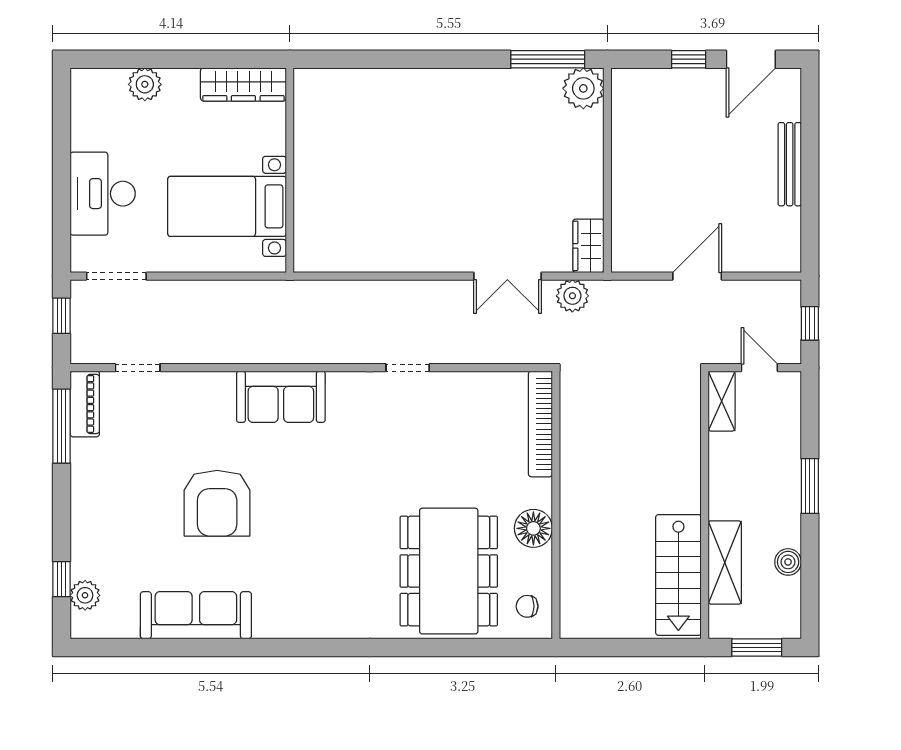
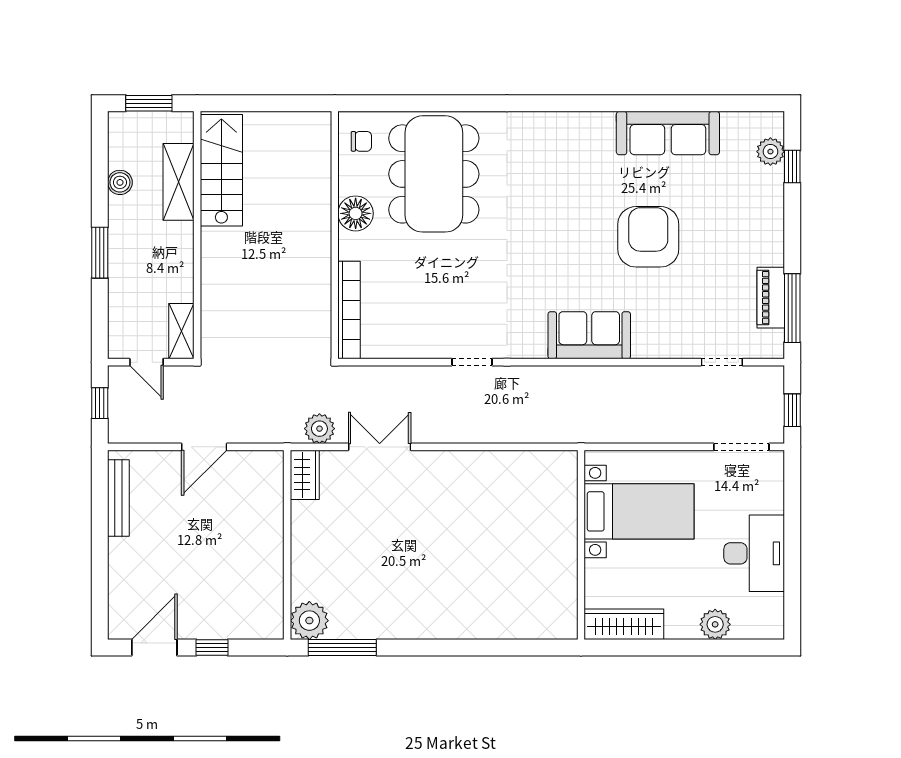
bench: (790, 164) -> (118, 498), moved
desk: (103, 194) -> (754, 553), moved
piano: (85, 404) -> (771, 298), moved

